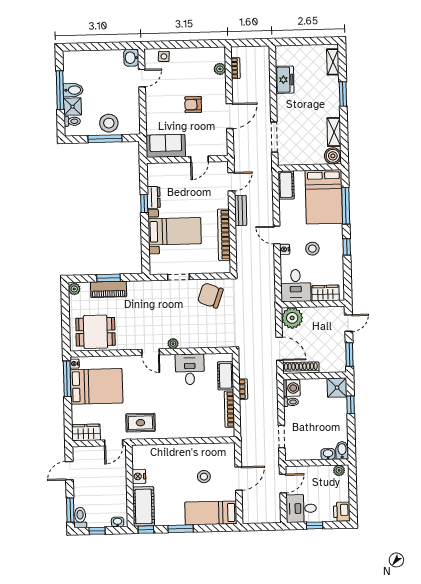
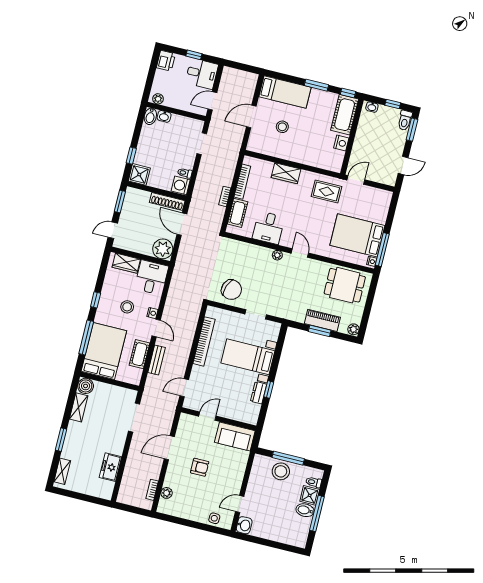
cot: (286, 185) -> (139, 354), moved
bench: (241, 210) -> (157, 360), moved
wardrobe: (86, 432) -> (286, 173), moved

